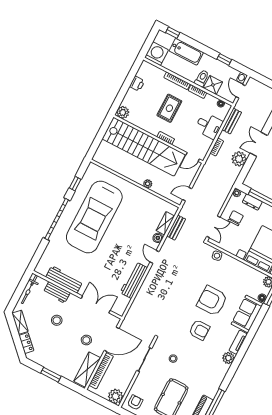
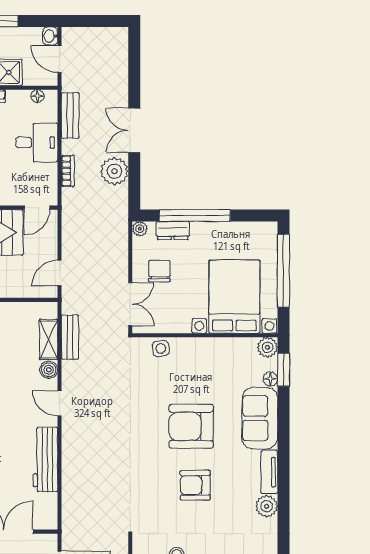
armchair: (199, 330) -> (195, 485), turned 180

